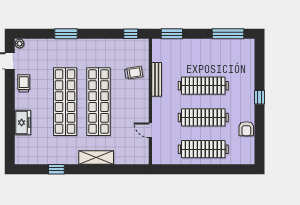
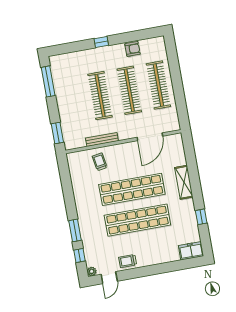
window: (131, 34) -> (79, 256), moved
freezer: (23, 123) -> (191, 251), moved
door: (150, 130) -> (150, 137), width x1.87

